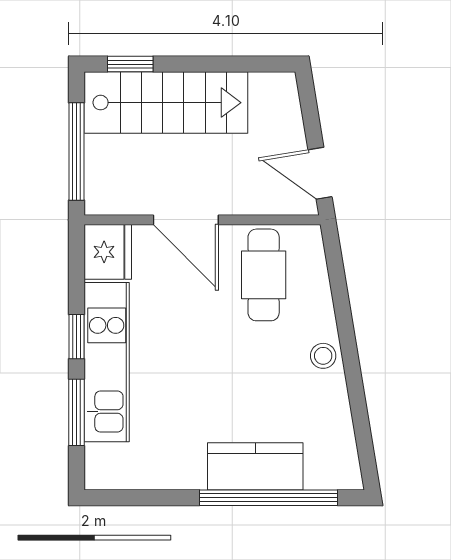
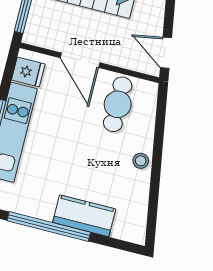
fridge: (108, 252) -> (28, 72), width x0.72
window: (268, 498) -> (49, 226), moved

